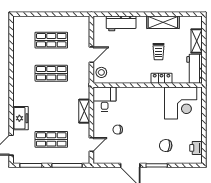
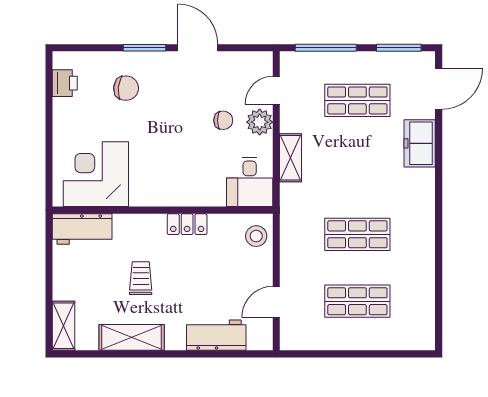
shelving: (197, 41) -> (64, 326), moved
door: (91, 55) -> (276, 302), moved
workbench: (195, 69) -> (82, 229), moved, turned 90
locker: (162, 78) -> (187, 224), moved
plant: (100, 129) -> (260, 122), added

